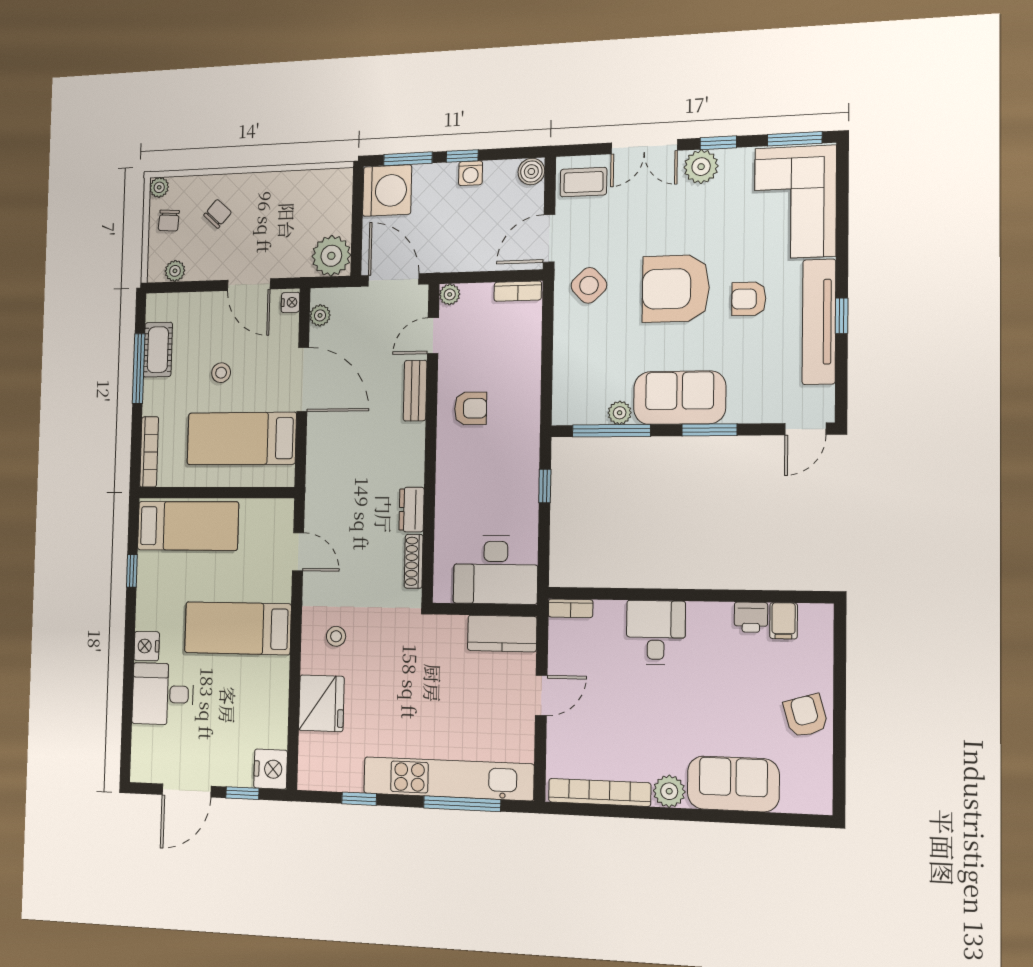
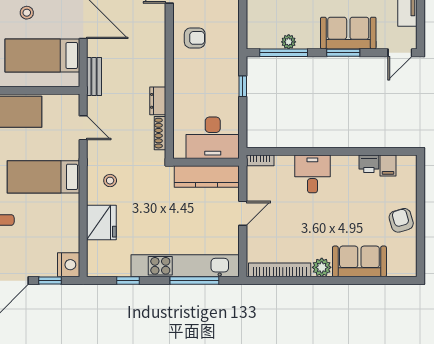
bench: (415, 391) -> (94, 77), moved
sofa: (680, 398) -> (348, 33), moved
kitchen counter: (502, 634) -> (207, 177), width x1.50

